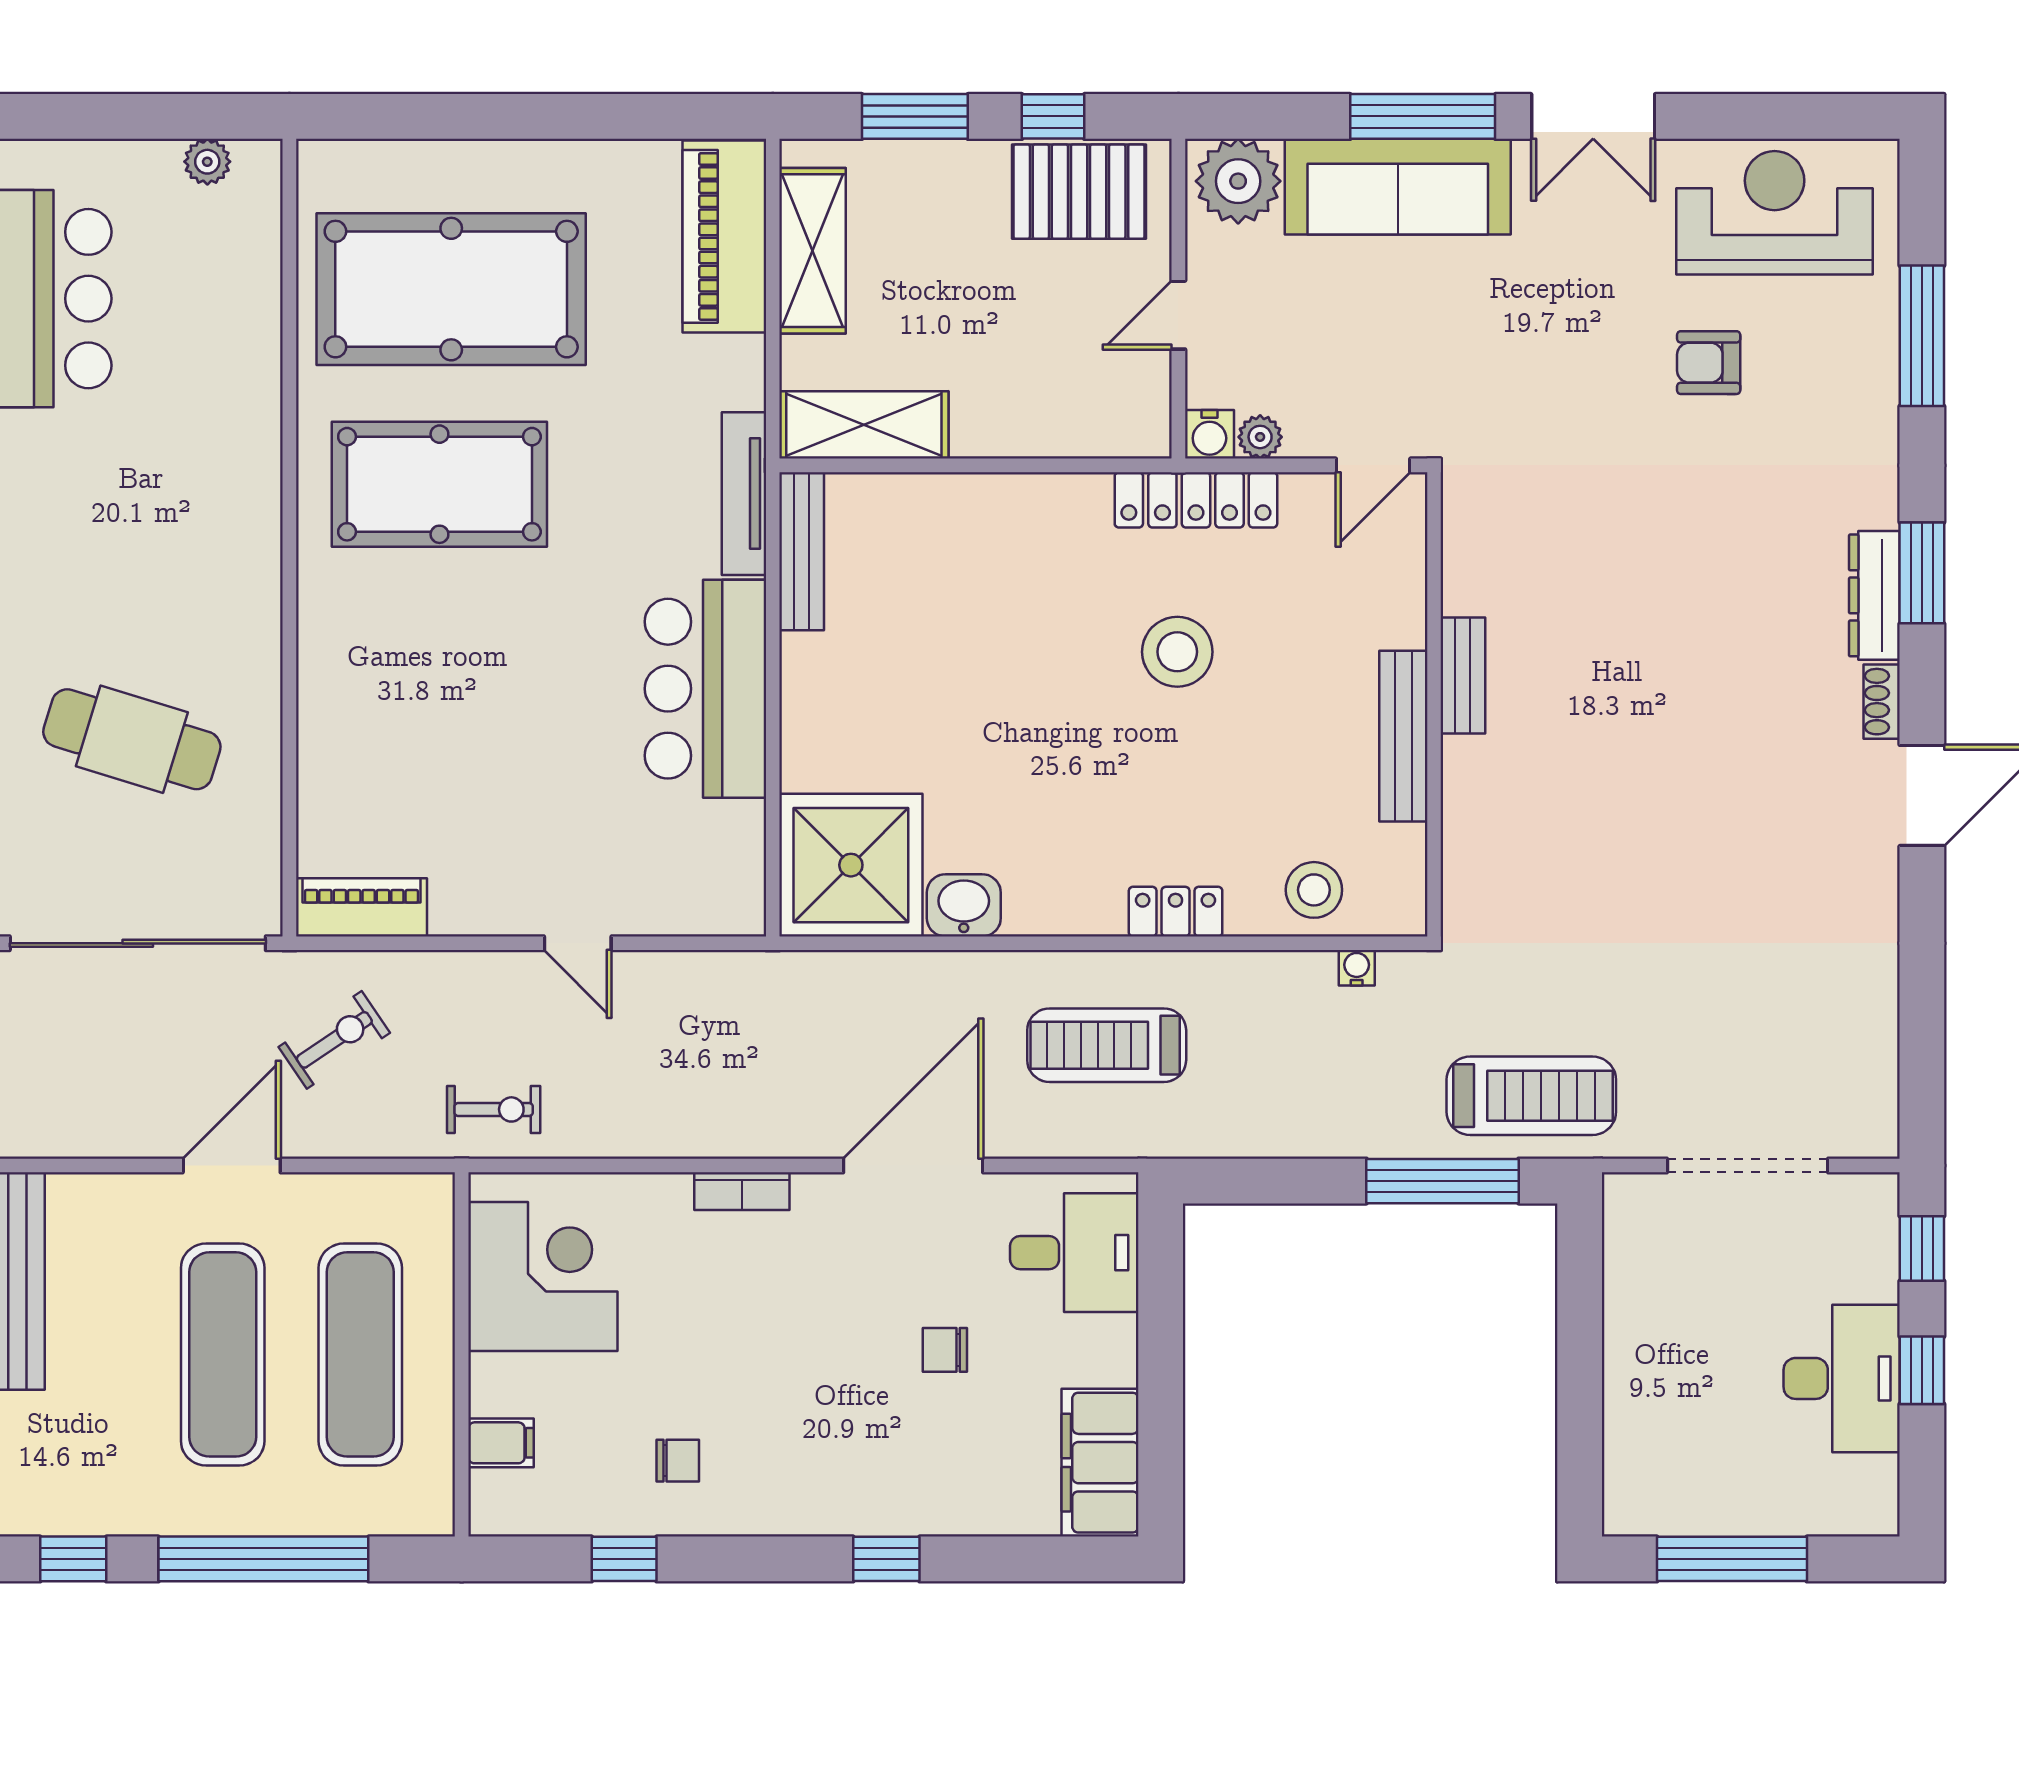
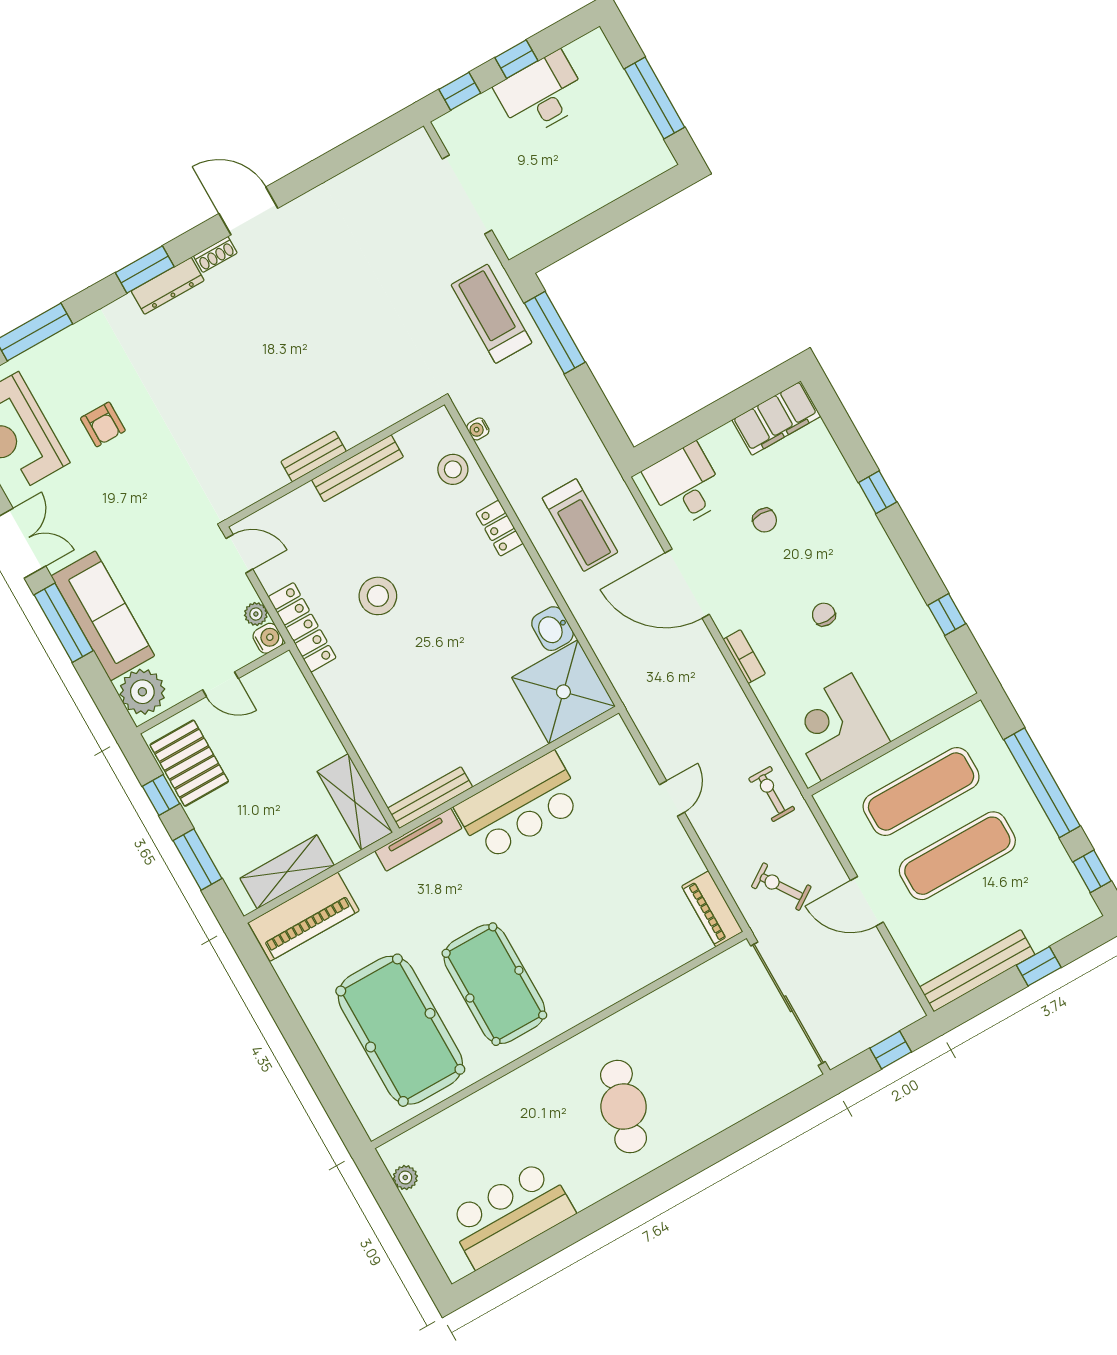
cafe table: (132, 739) -> (624, 1107), moved
filing cabinet: (501, 1443) -> (925, 703), removed
chair: (678, 1461) -> (824, 615), moved

